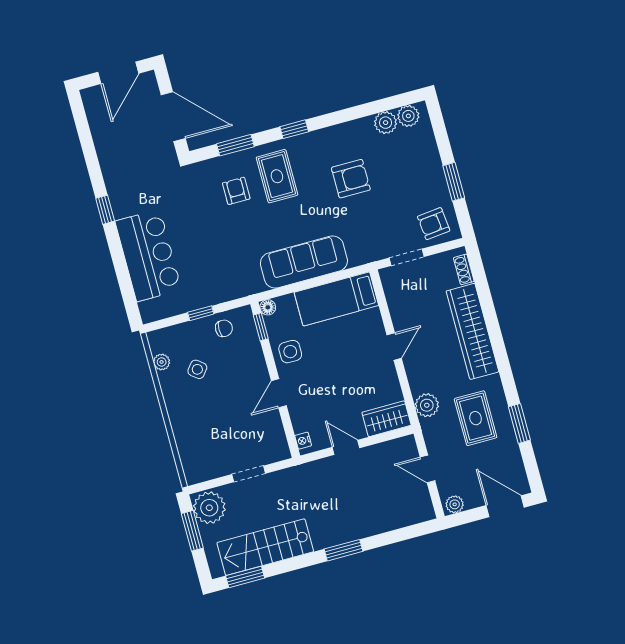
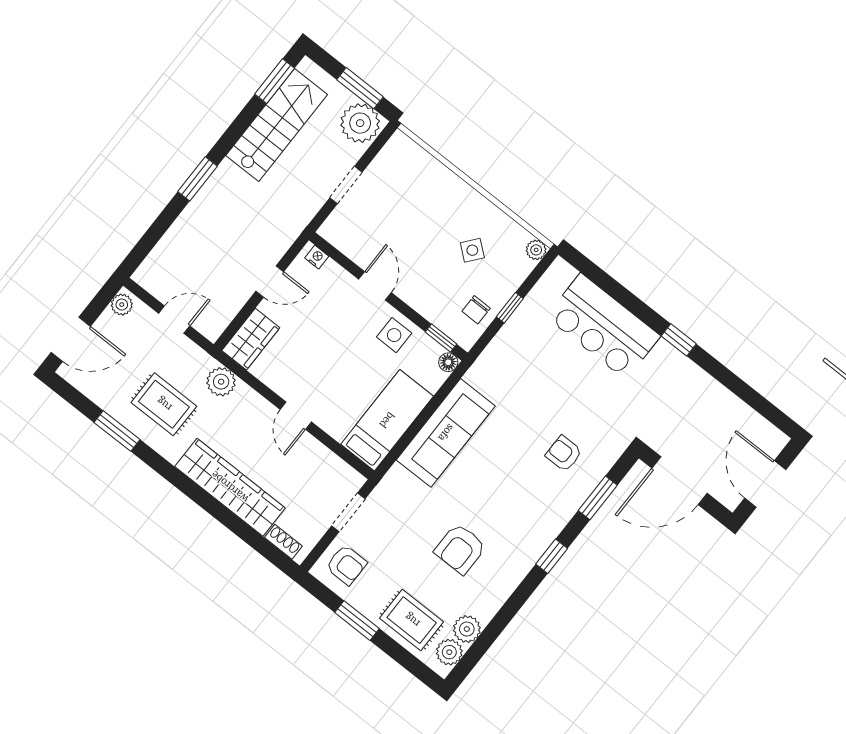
rug: (277, 176) -> (412, 620), moved
armchair: (236, 191) -> (564, 454), turned 180
armchair: (434, 224) -> (346, 565), turned 96
plant: (162, 362) -> (536, 250), moved

